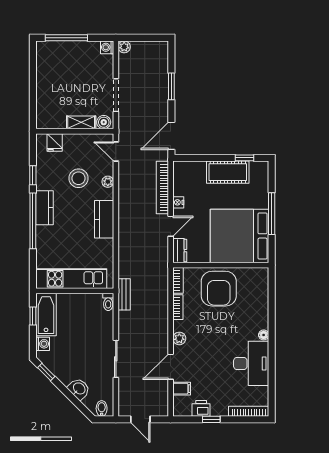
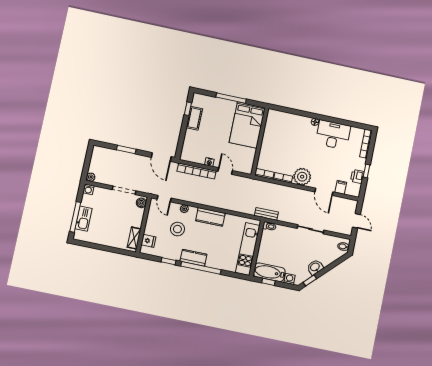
kitchen sink: (66, 49) -> (84, 219), added
shelving: (81, 122) -> (134, 238), moved
door: (116, 152) -> (164, 199), hinge flipped
cot: (228, 172) -> (194, 118), width x0.73, depth x0.75
bed: (239, 236) -> (247, 125), width x0.73
dresser: (180, 251) -> (244, 168), removed
armchair: (219, 289) -> (276, 146), removed
plant: (179, 338) -> (302, 177), width x1.87, depth x1.87
washbasin: (79, 389) -> (315, 267), moved
door: (140, 419) -> (356, 221), hinge flipped

